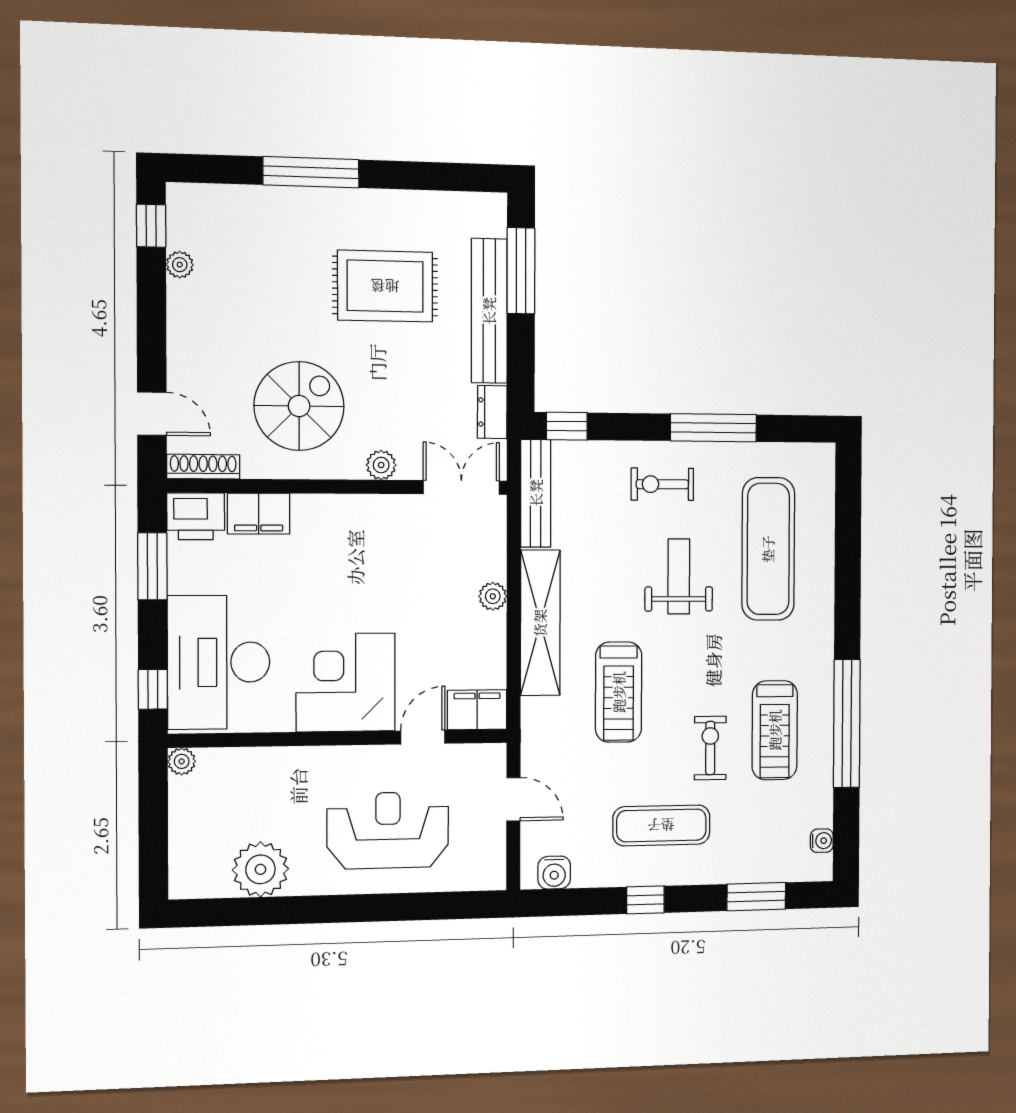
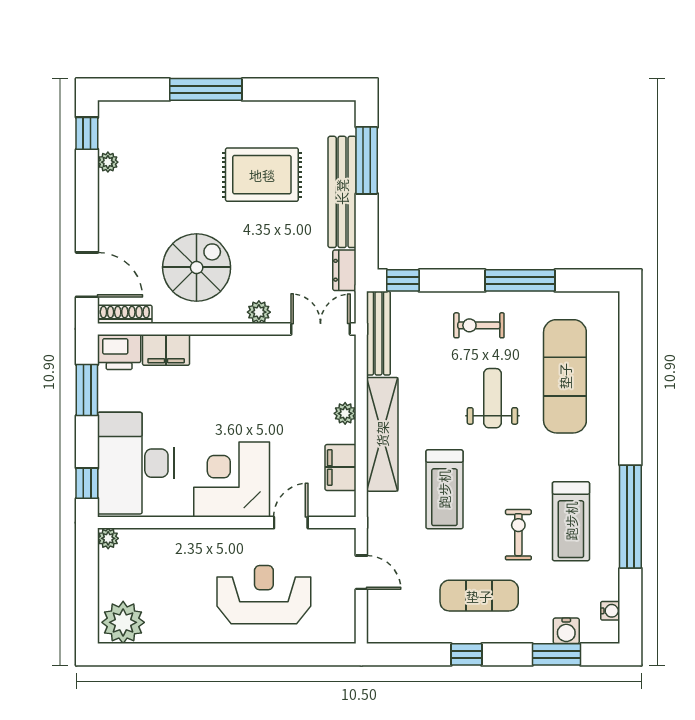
door: (152, 414) -> (87, 275), width x1.37
filing cabinet: (477, 710) -> (341, 467), moved, turned -90
plant: (260, 869) -> (123, 622), moved
water cooler: (554, 873) -> (566, 631), moved

